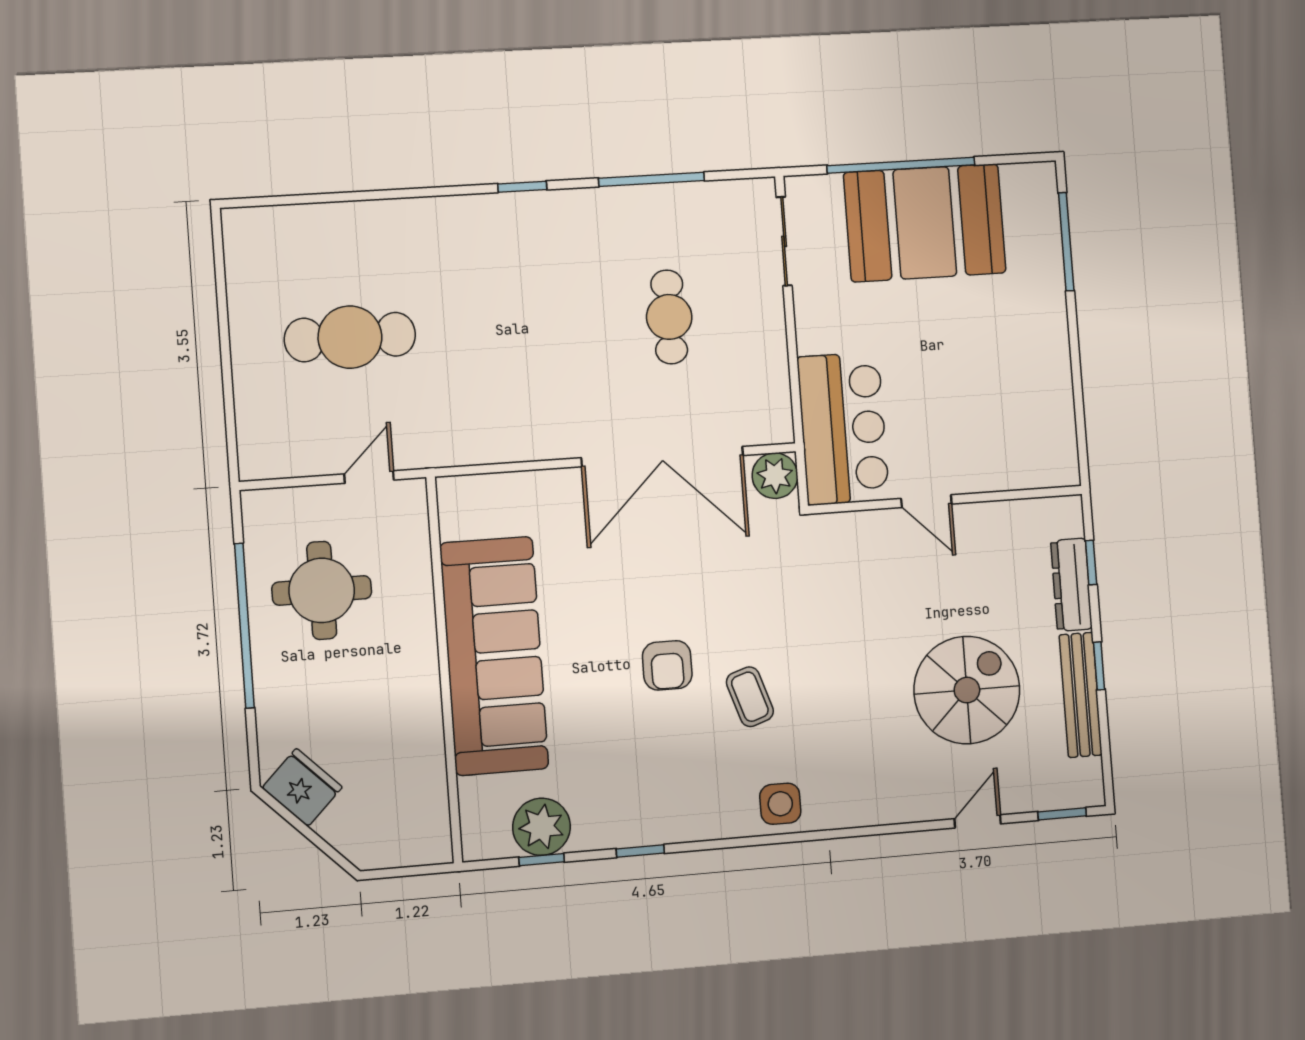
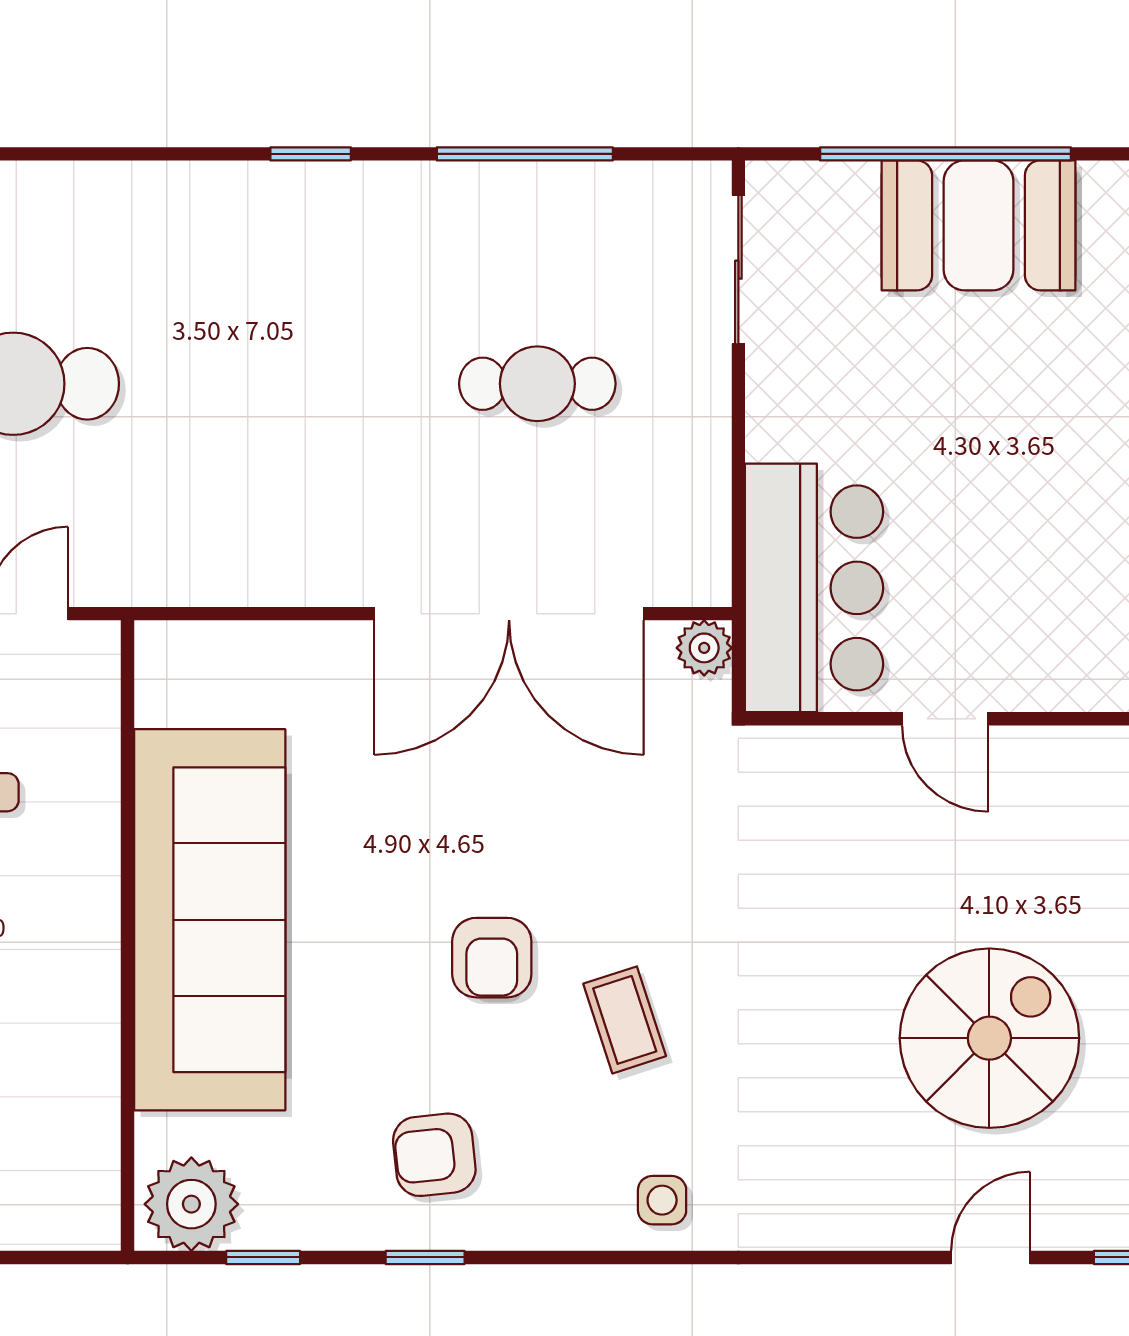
booth: (925, 223) -> (978, 225), width x0.73, depth x0.70
cafe table: (669, 317) -> (537, 384), turned 90
plant: (775, 476) -> (704, 648), width x0.73, depth x0.73
armchair: (641, 788) -> (434, 1155), added
side table: (780, 804) -> (662, 1200), width x0.73, depth x0.73
plant: (541, 827) -> (191, 1204), moved

